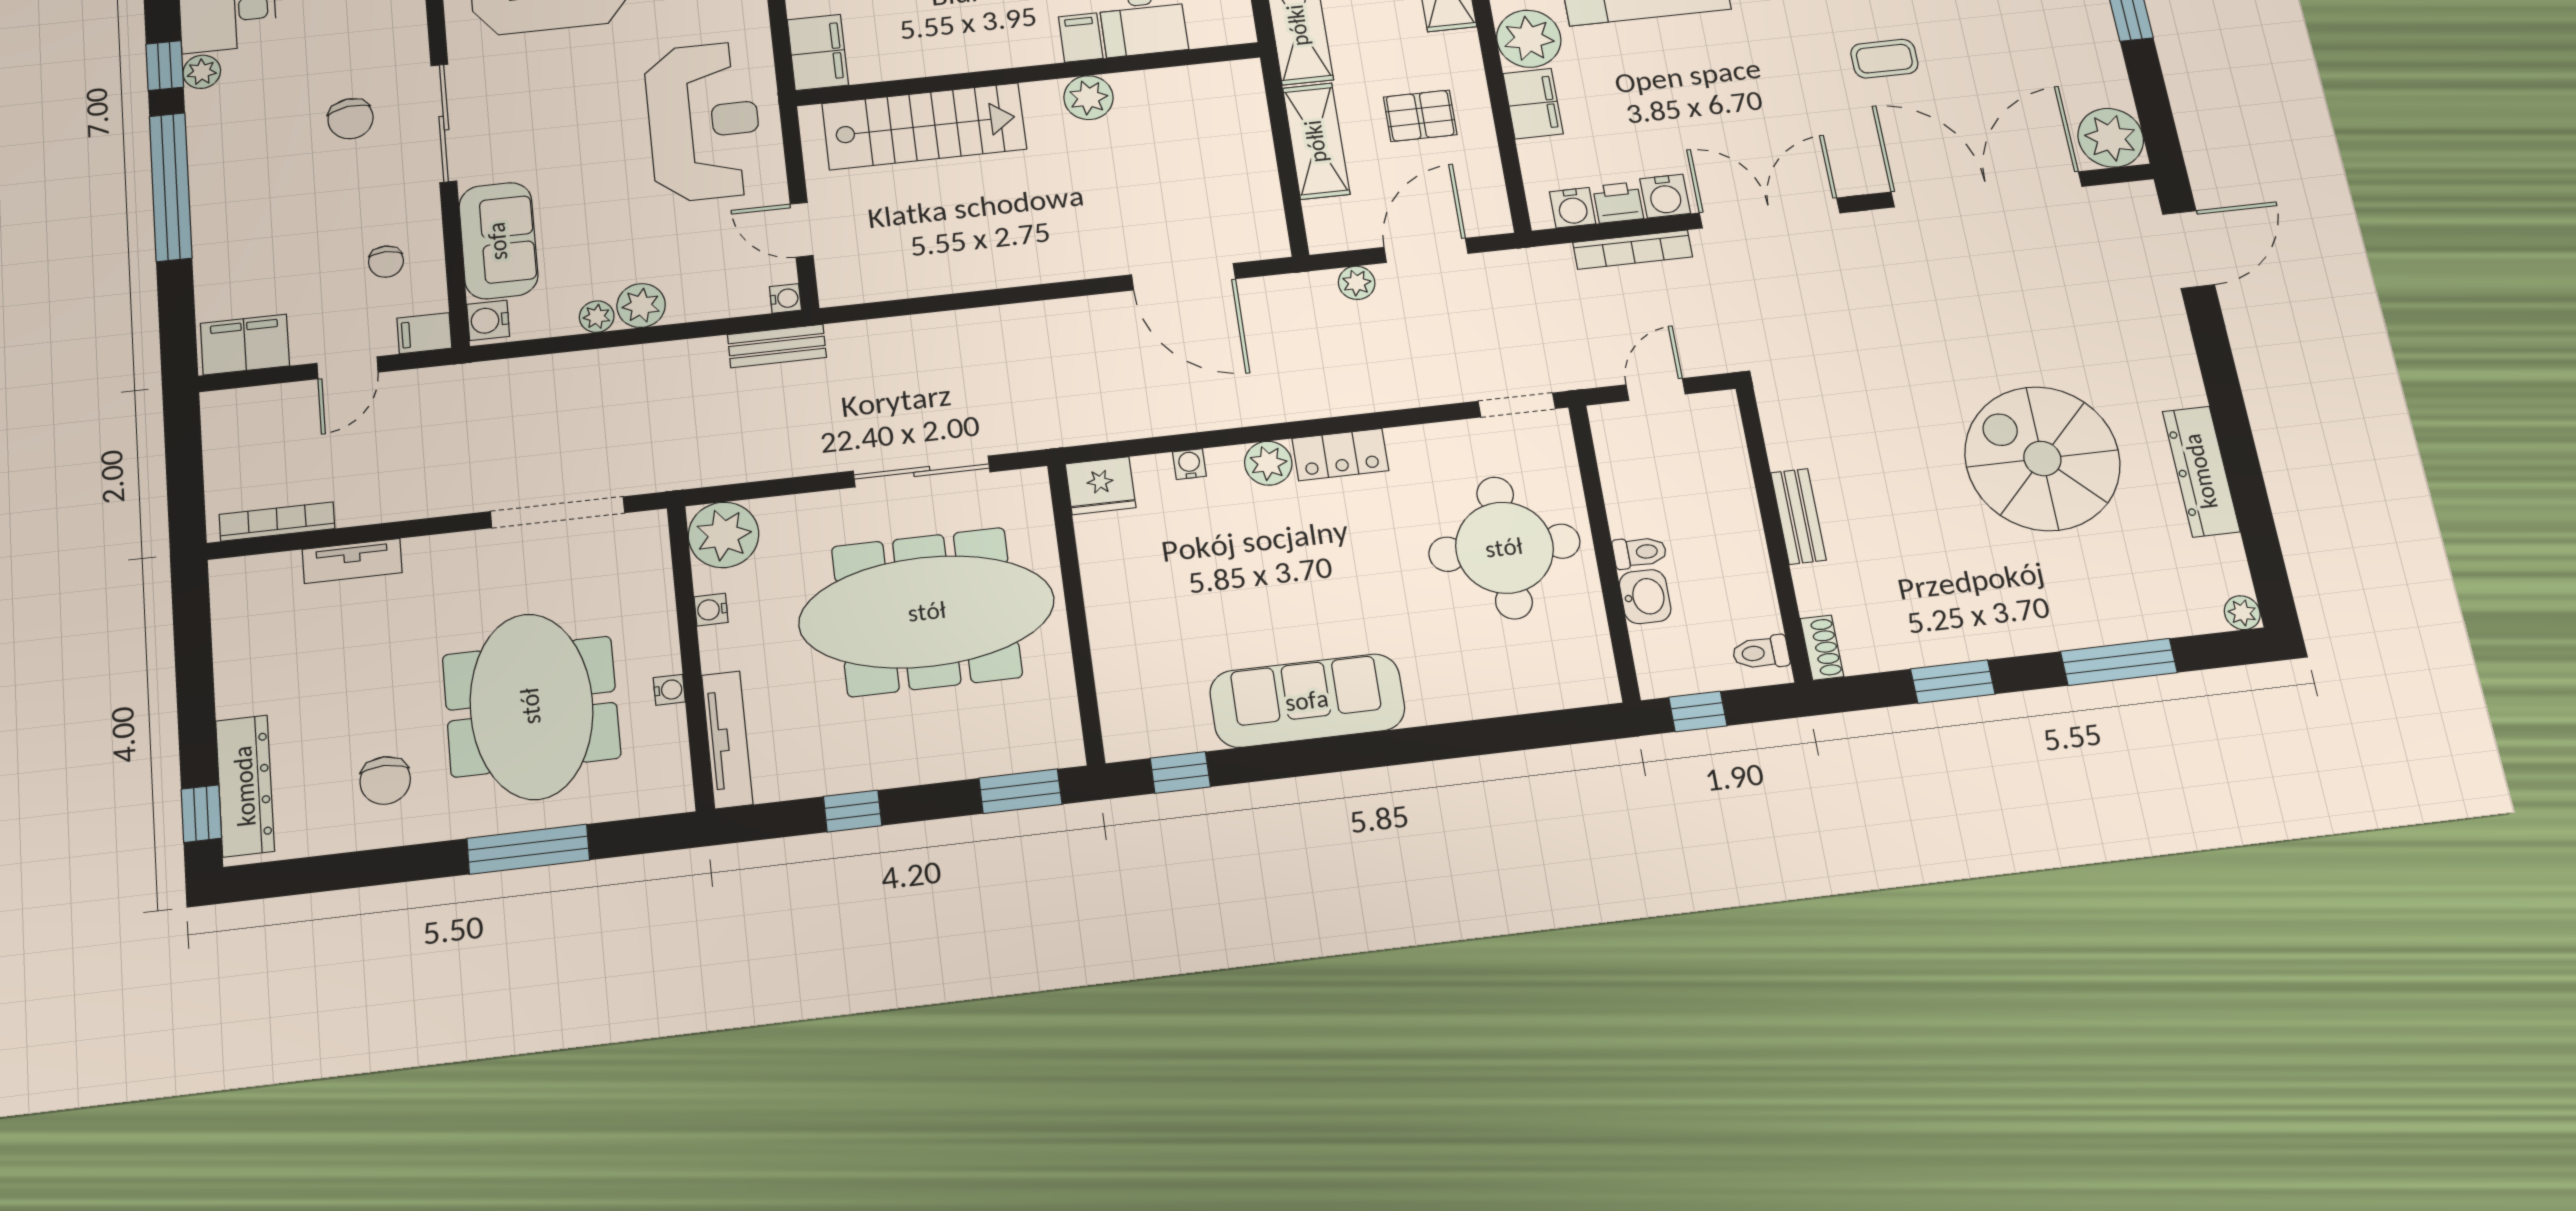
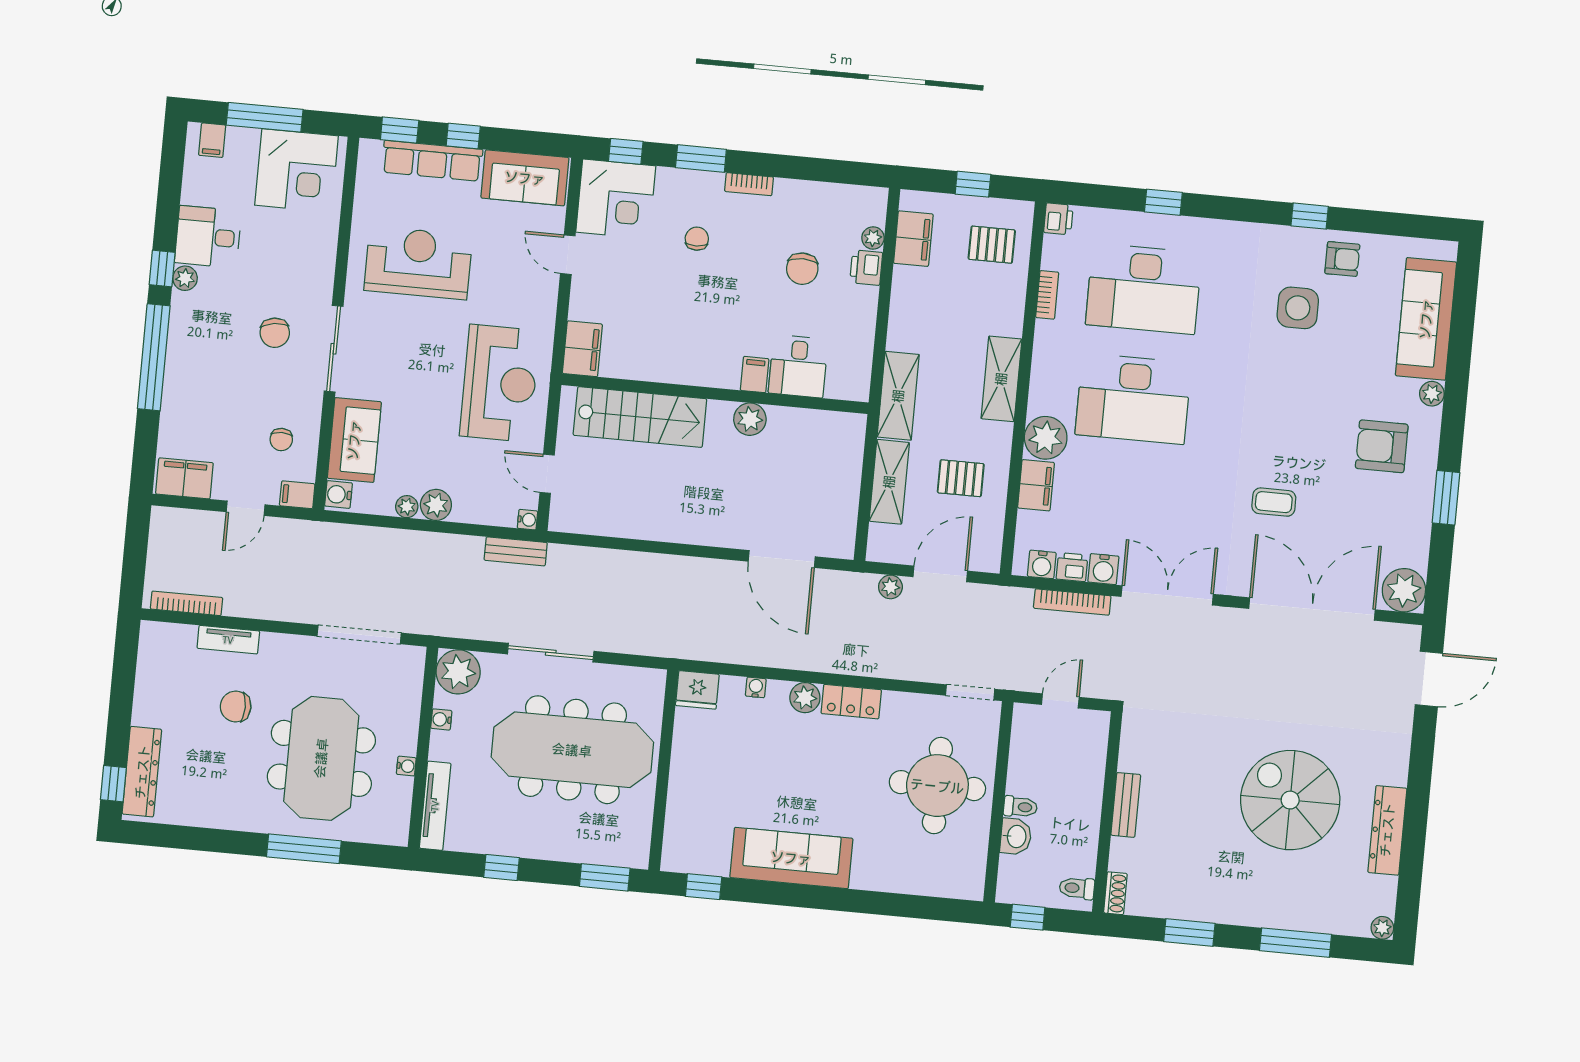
sliding door: (922, 471) -> (551, 653), moved
chair: (385, 780) -> (236, 706), moved, turned 90

